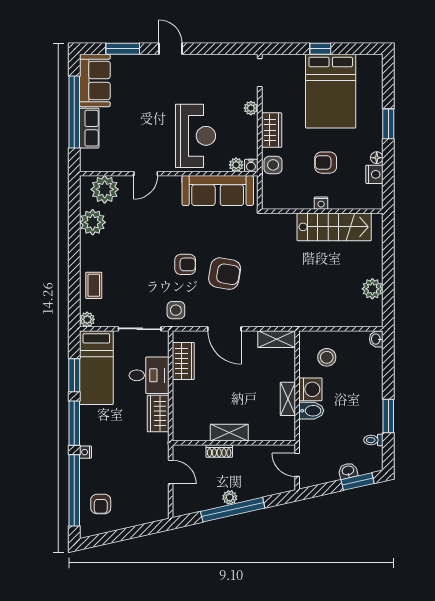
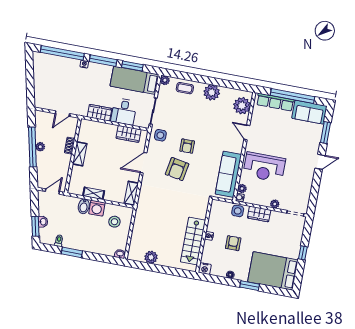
bed: (331, 91) -> (273, 271), moved
row of seats: (89, 128) -> (275, 102), width x1.48
nightstand: (374, 174) -> (205, 269), moved
plant: (93, 222) -> (212, 92), moved
armchair: (101, 504) -> (51, 67), removed

